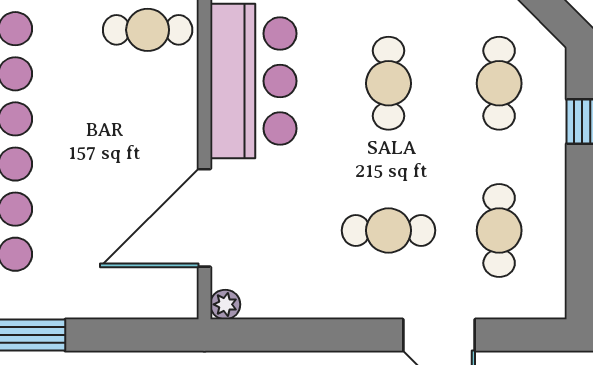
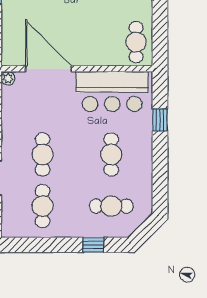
cafe table: (388, 83) -> (111, 154), turned 90
cafe table: (499, 230) -> (43, 206), turned 90

